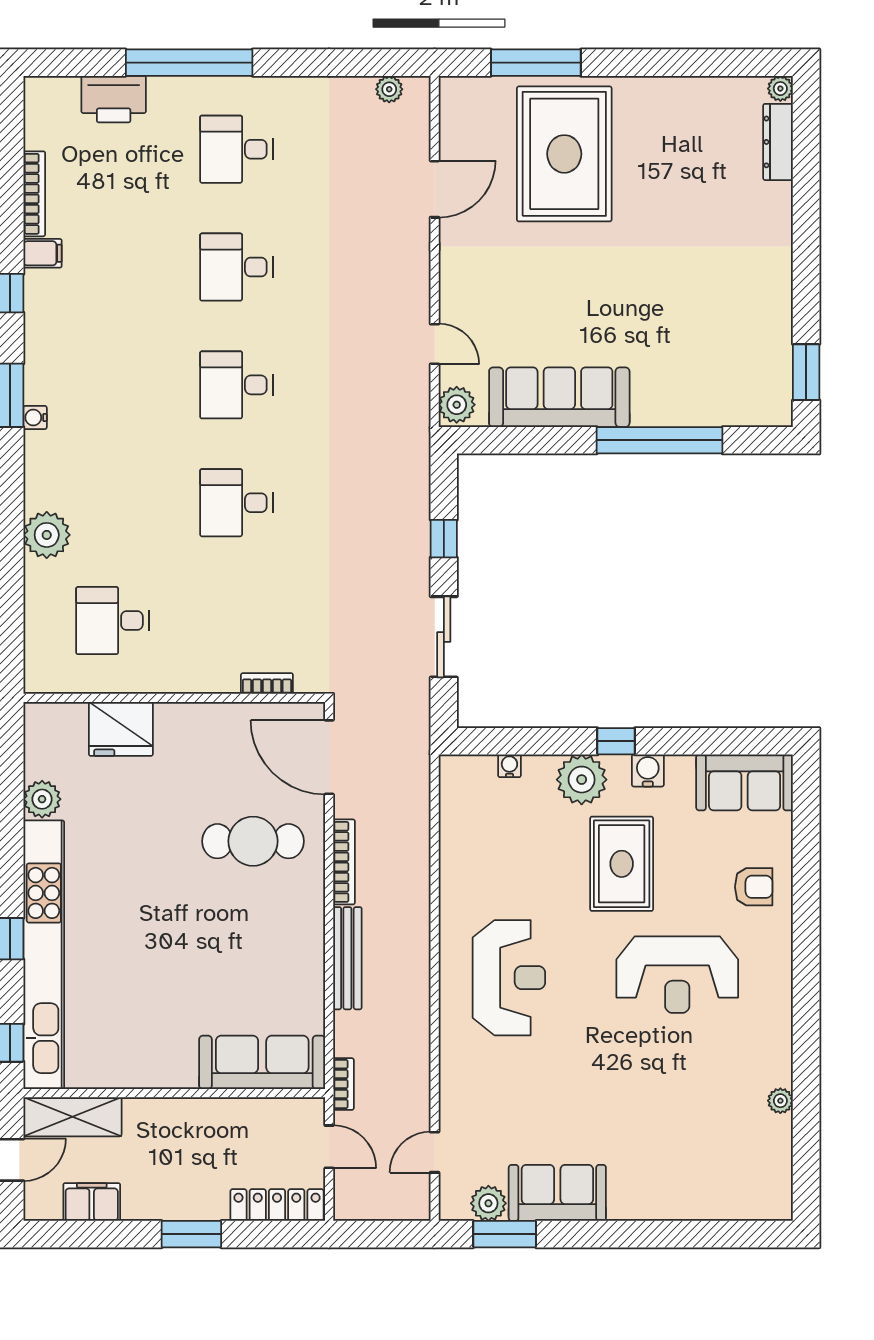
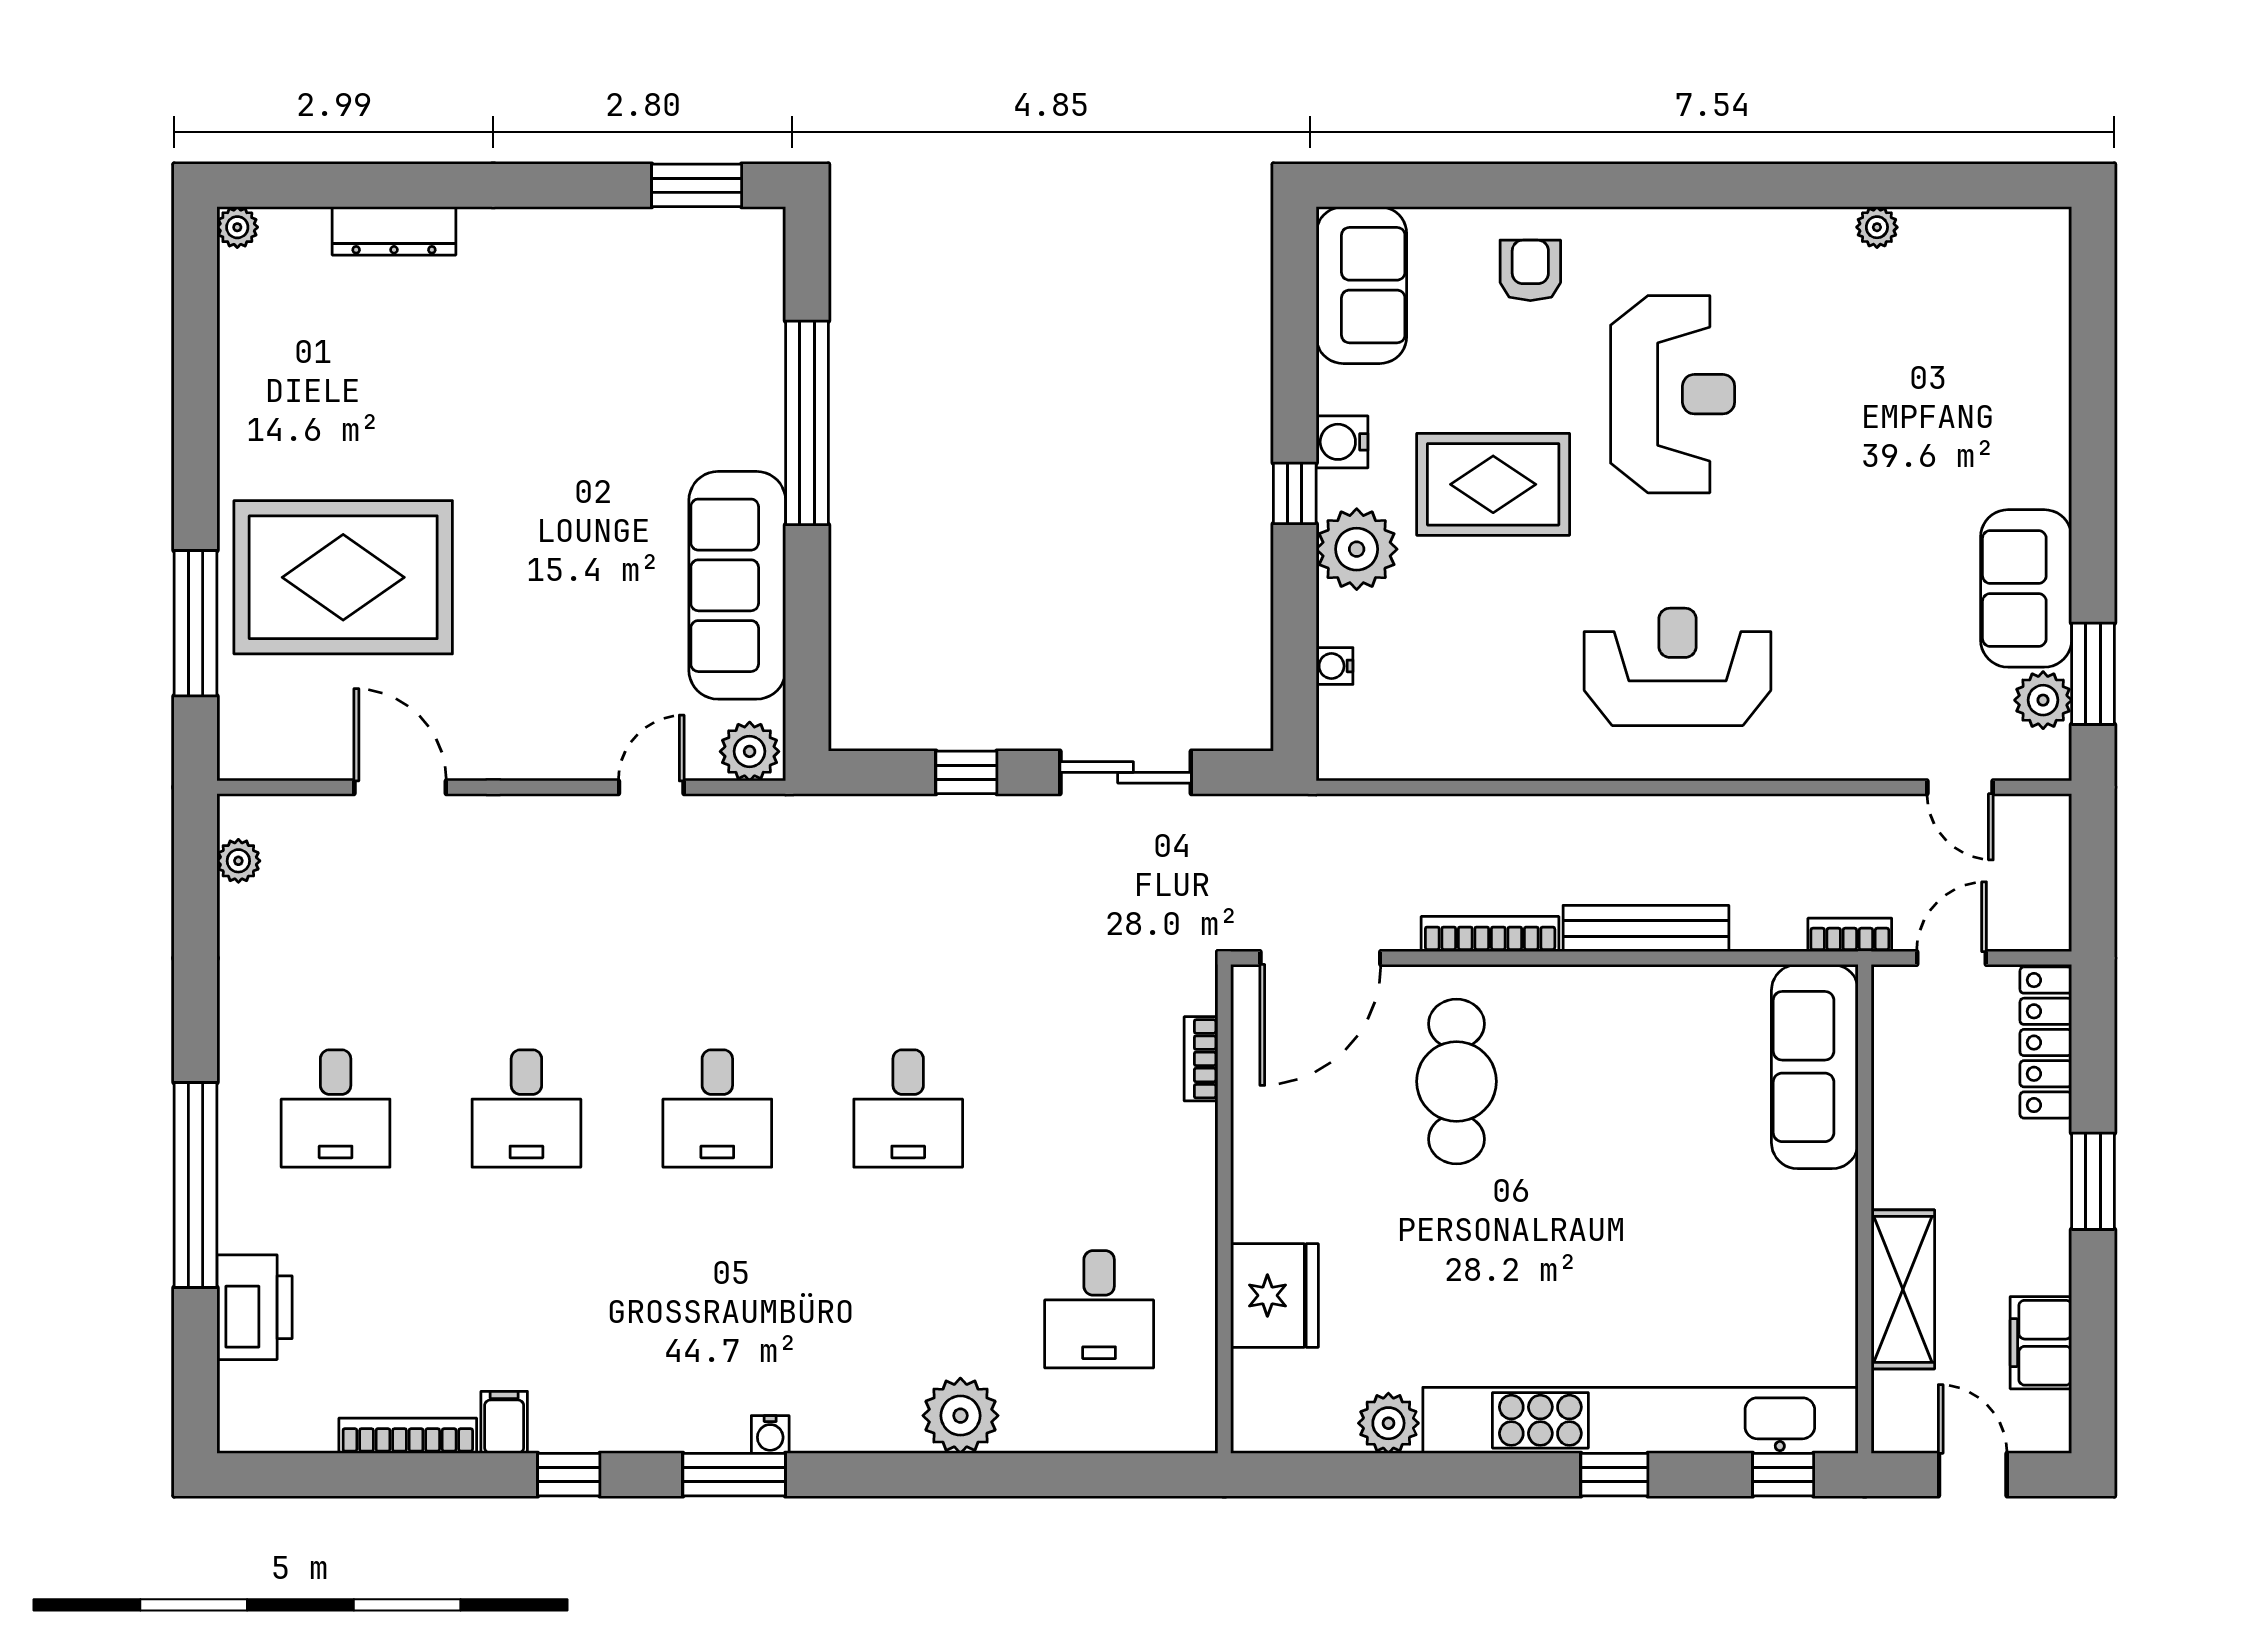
dresser: (778, 142) -> (394, 231), moved
shelving: (72, 1117) -> (1903, 1289), moved

